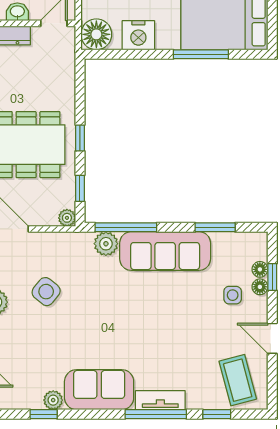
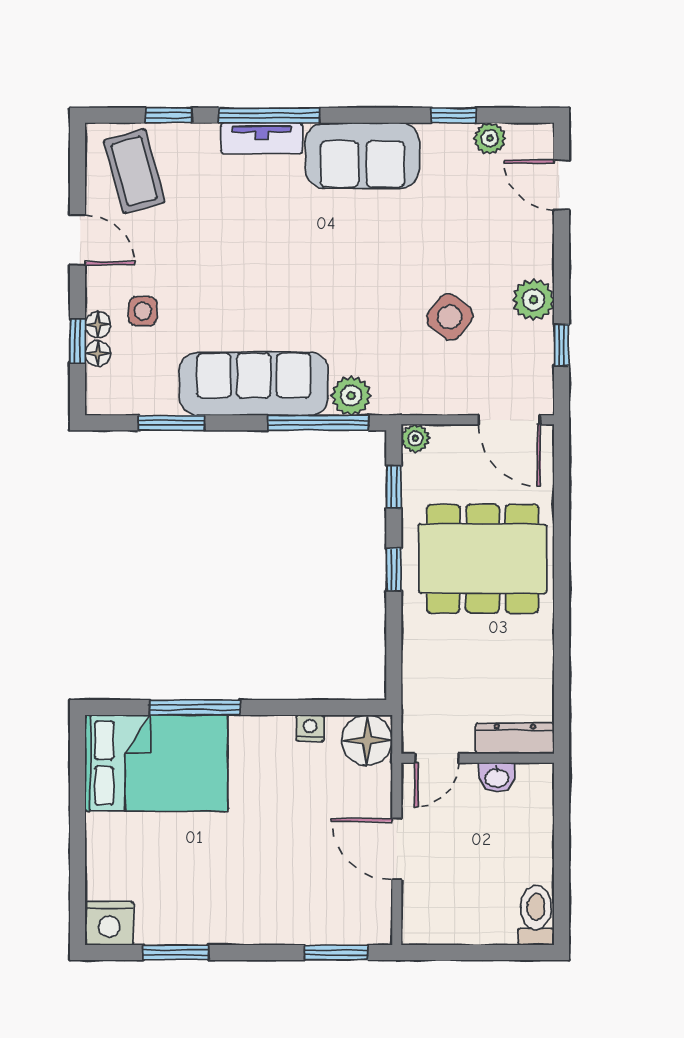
nightstand: (138, 35) -> (310, 728), width x0.53, depth x0.56
plant: (53, 400) -> (490, 138), moved

